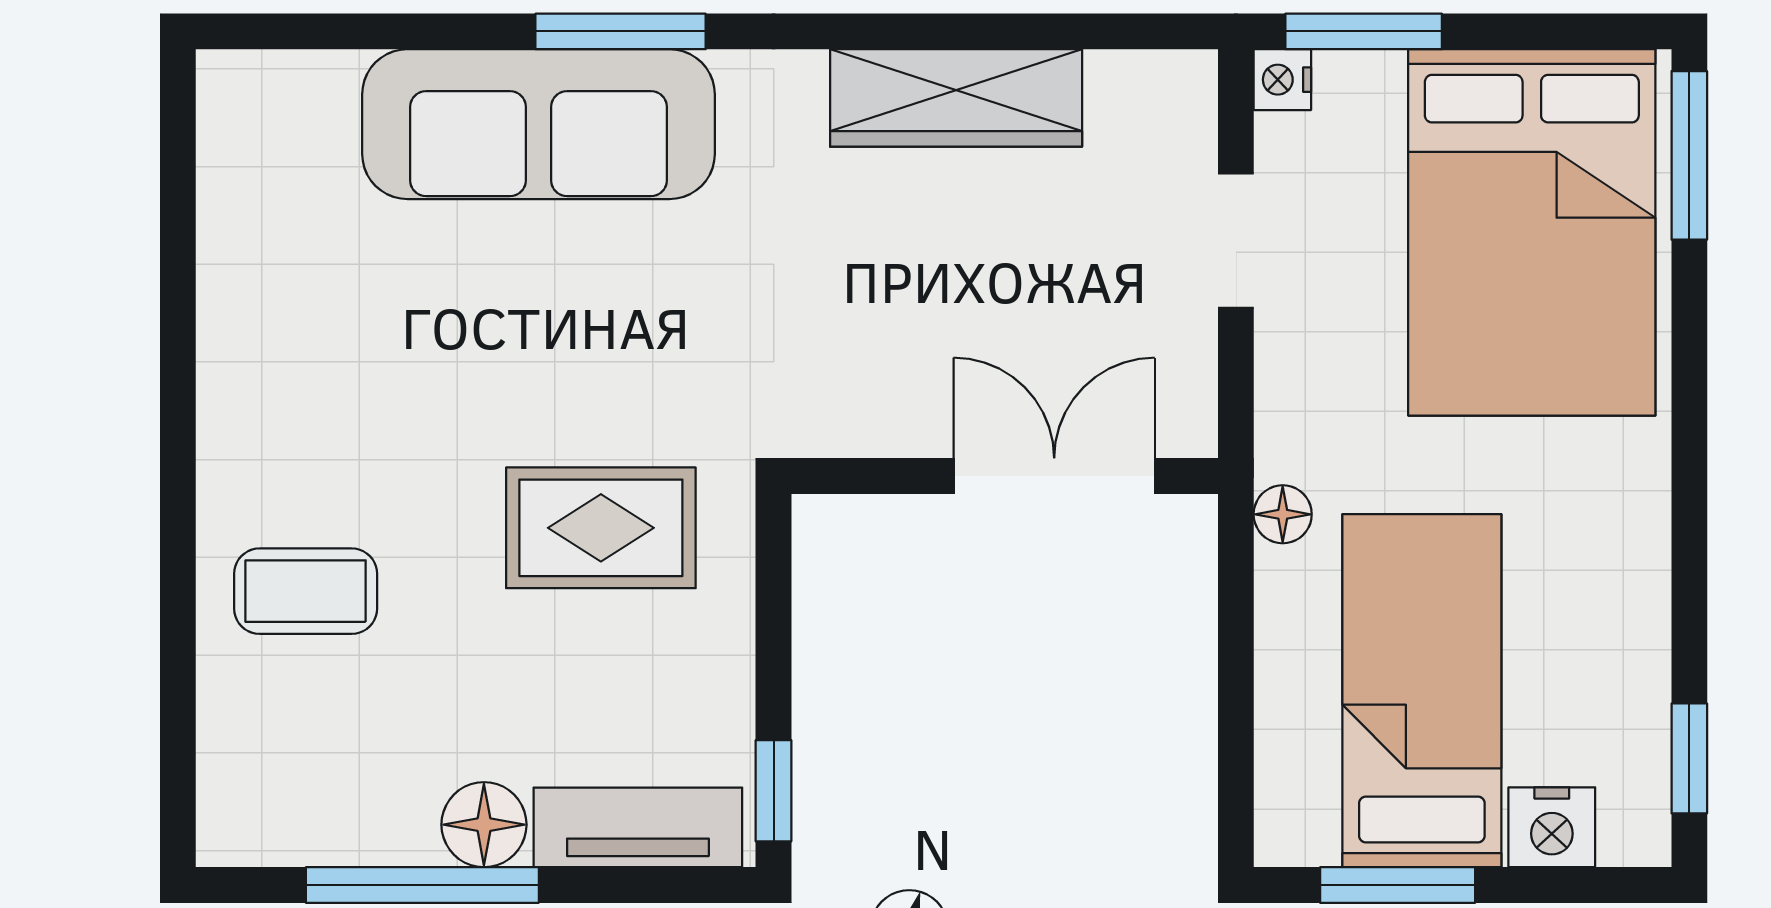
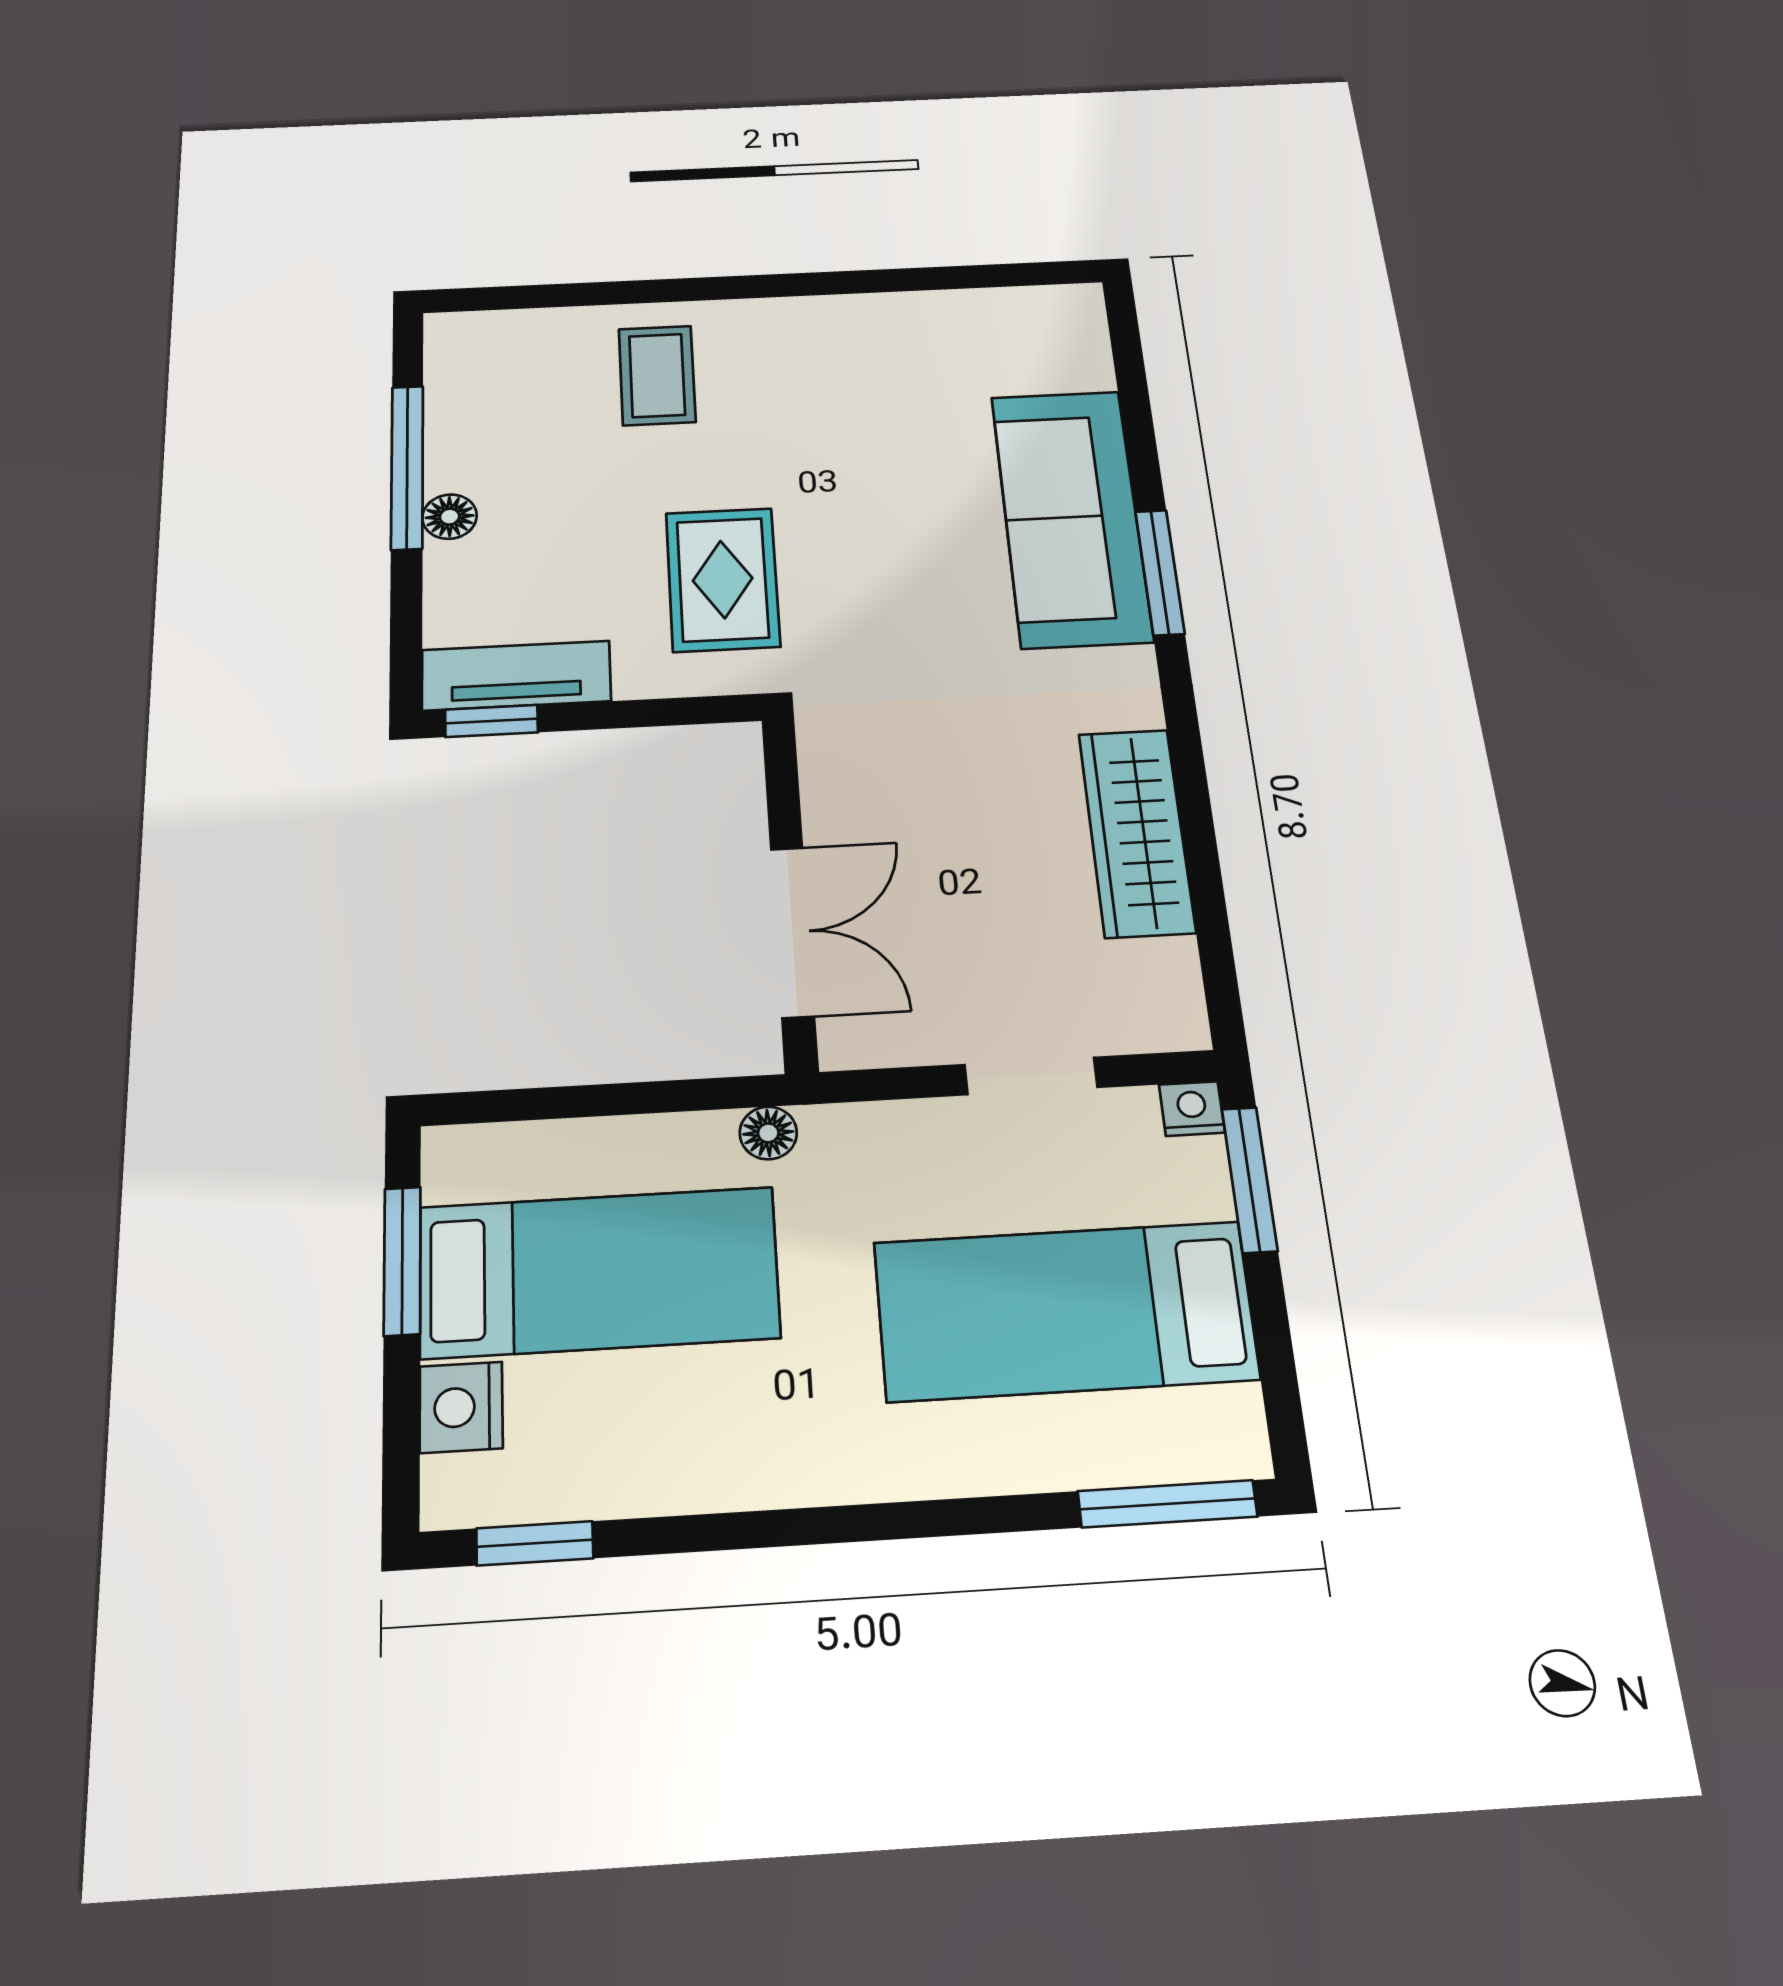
bed: (1532, 232) -> (1065, 1311), width x0.67
floor lamp: (484, 825) -> (450, 517), width x0.73, depth x0.73
tv unit: (638, 827) -> (516, 676), moved, turned -90

